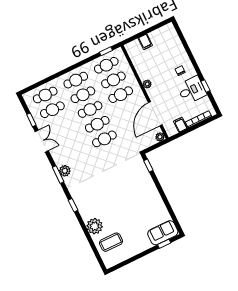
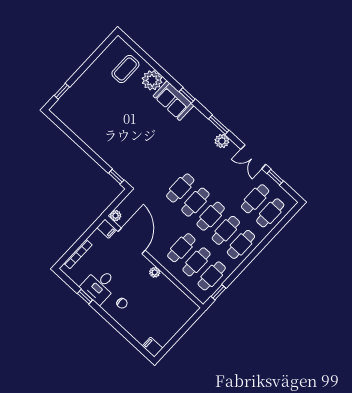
filing cabinet: (145, 42) -> (152, 347), moved
filing cabinet: (180, 125) -> (107, 229), moved
plant: (65, 171) -> (222, 141), moved
sofa: (163, 233) -> (173, 101), moved, turned 90

